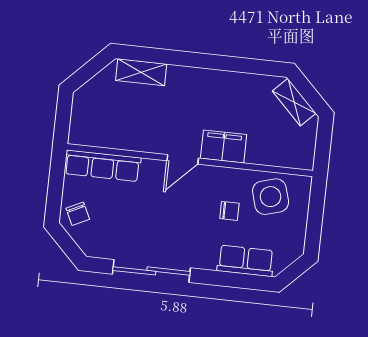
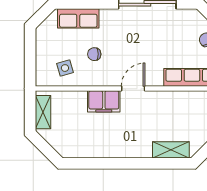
shelving: (294, 102) -> (43, 112), moved, turned 45
side table: (271, 197) -> (65, 68), width x0.54, depth x0.54

